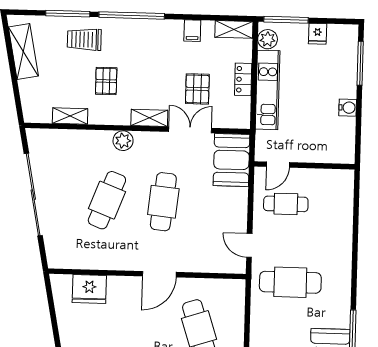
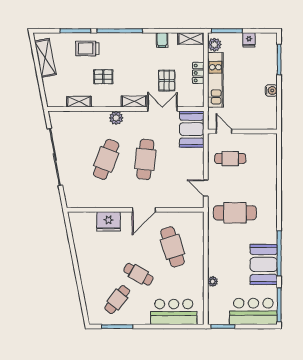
pallet: (106, 81) -> (103, 77), turned 90
door: (278, 165) -> (224, 131), swing flipped
fridge: (89, 289) -> (108, 221), moved

